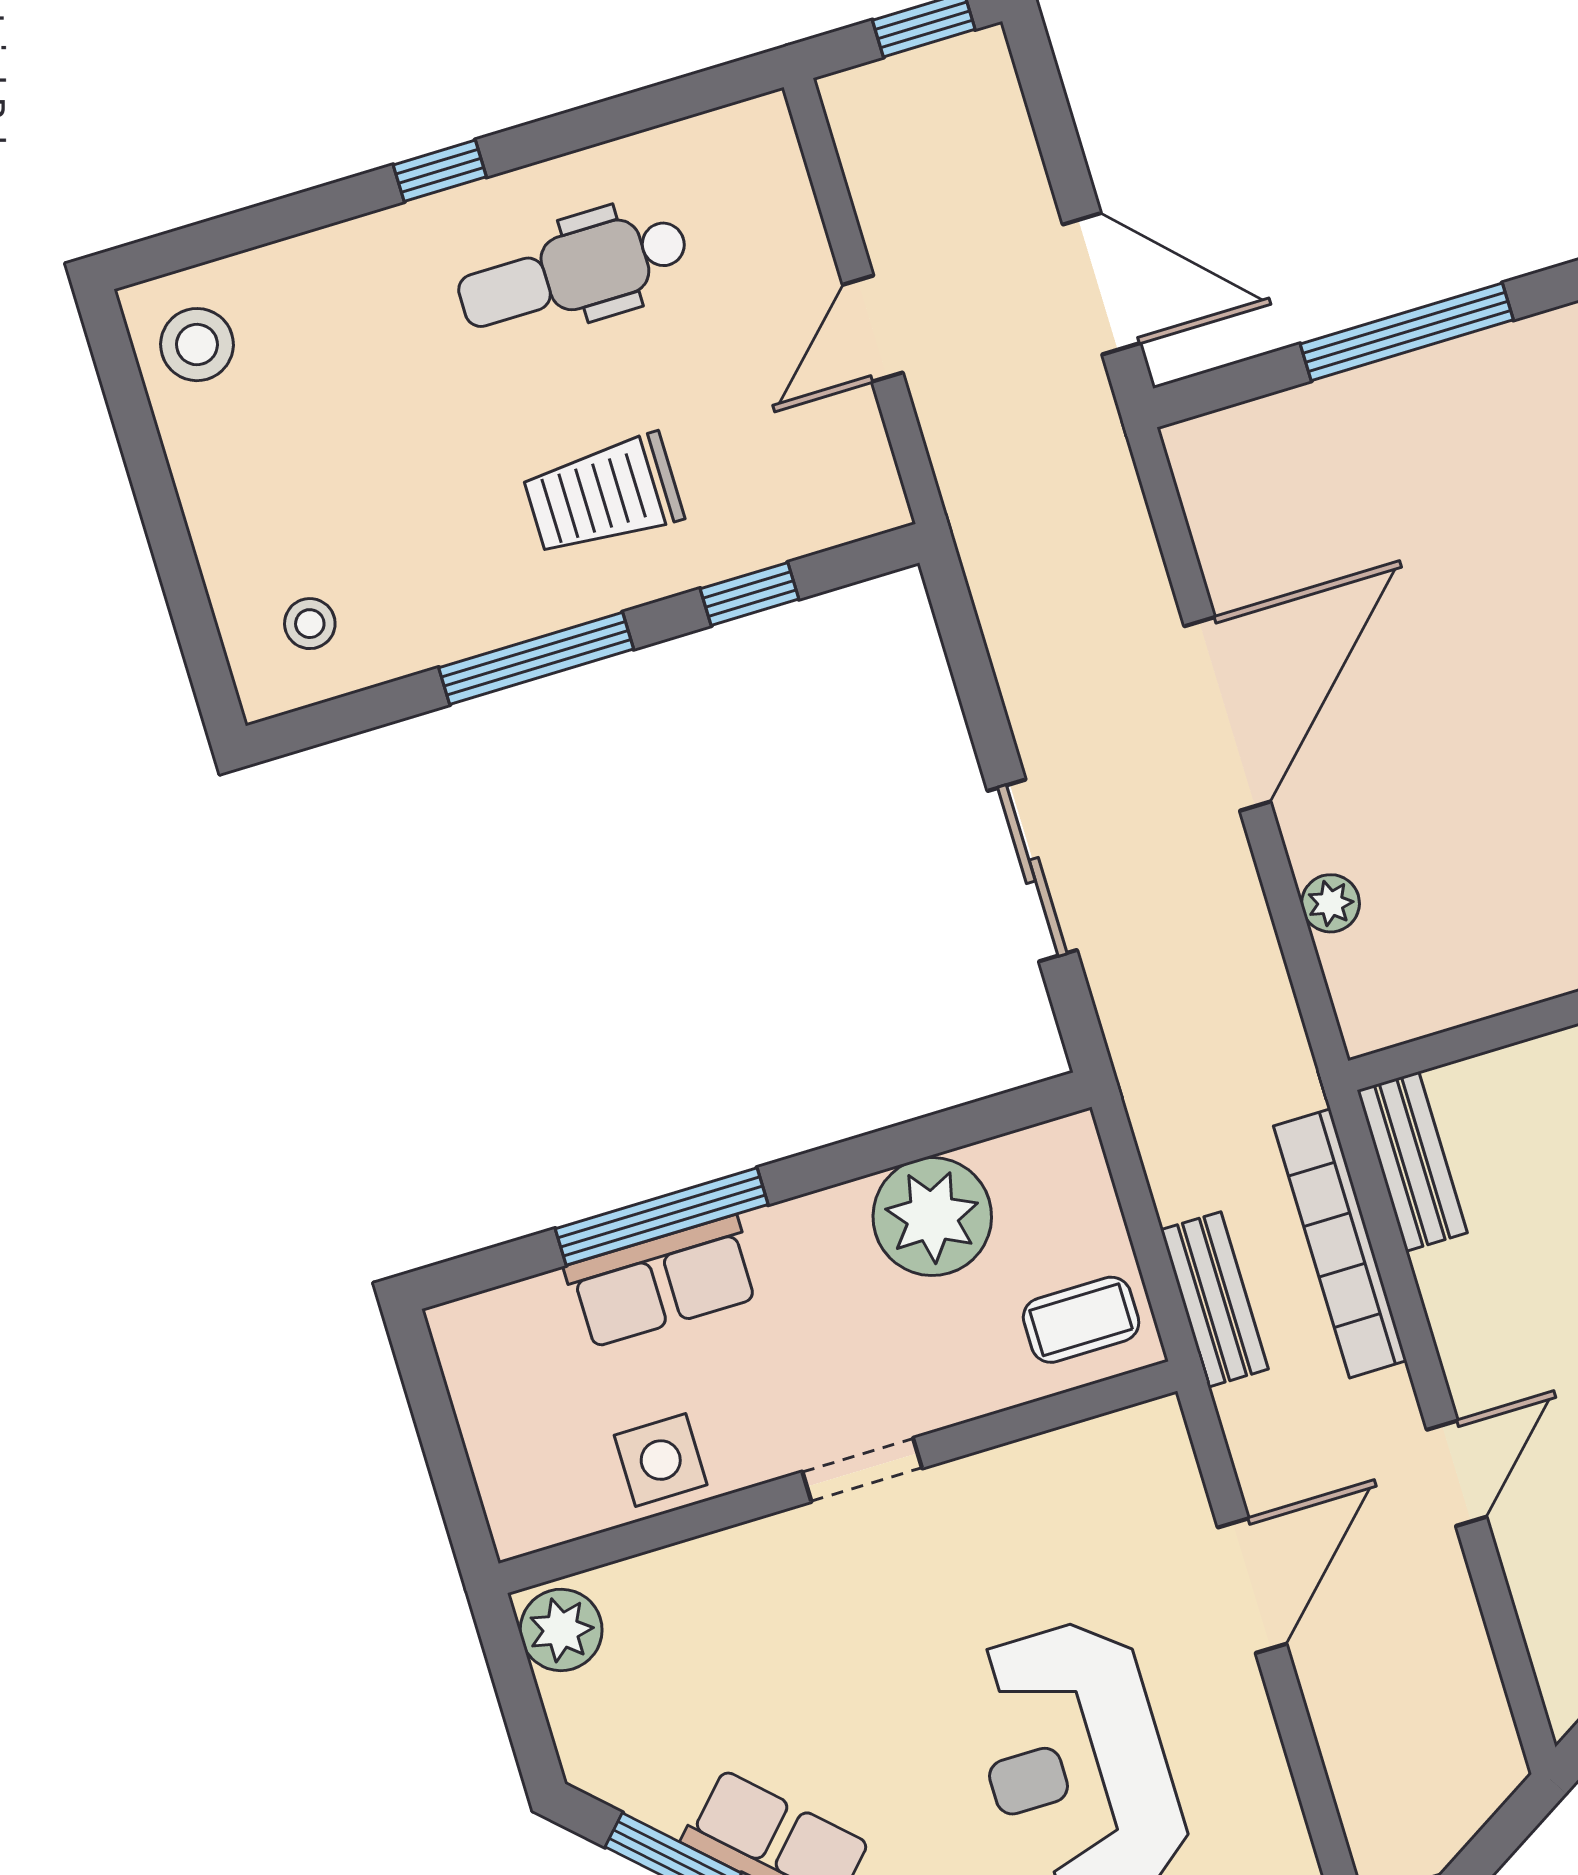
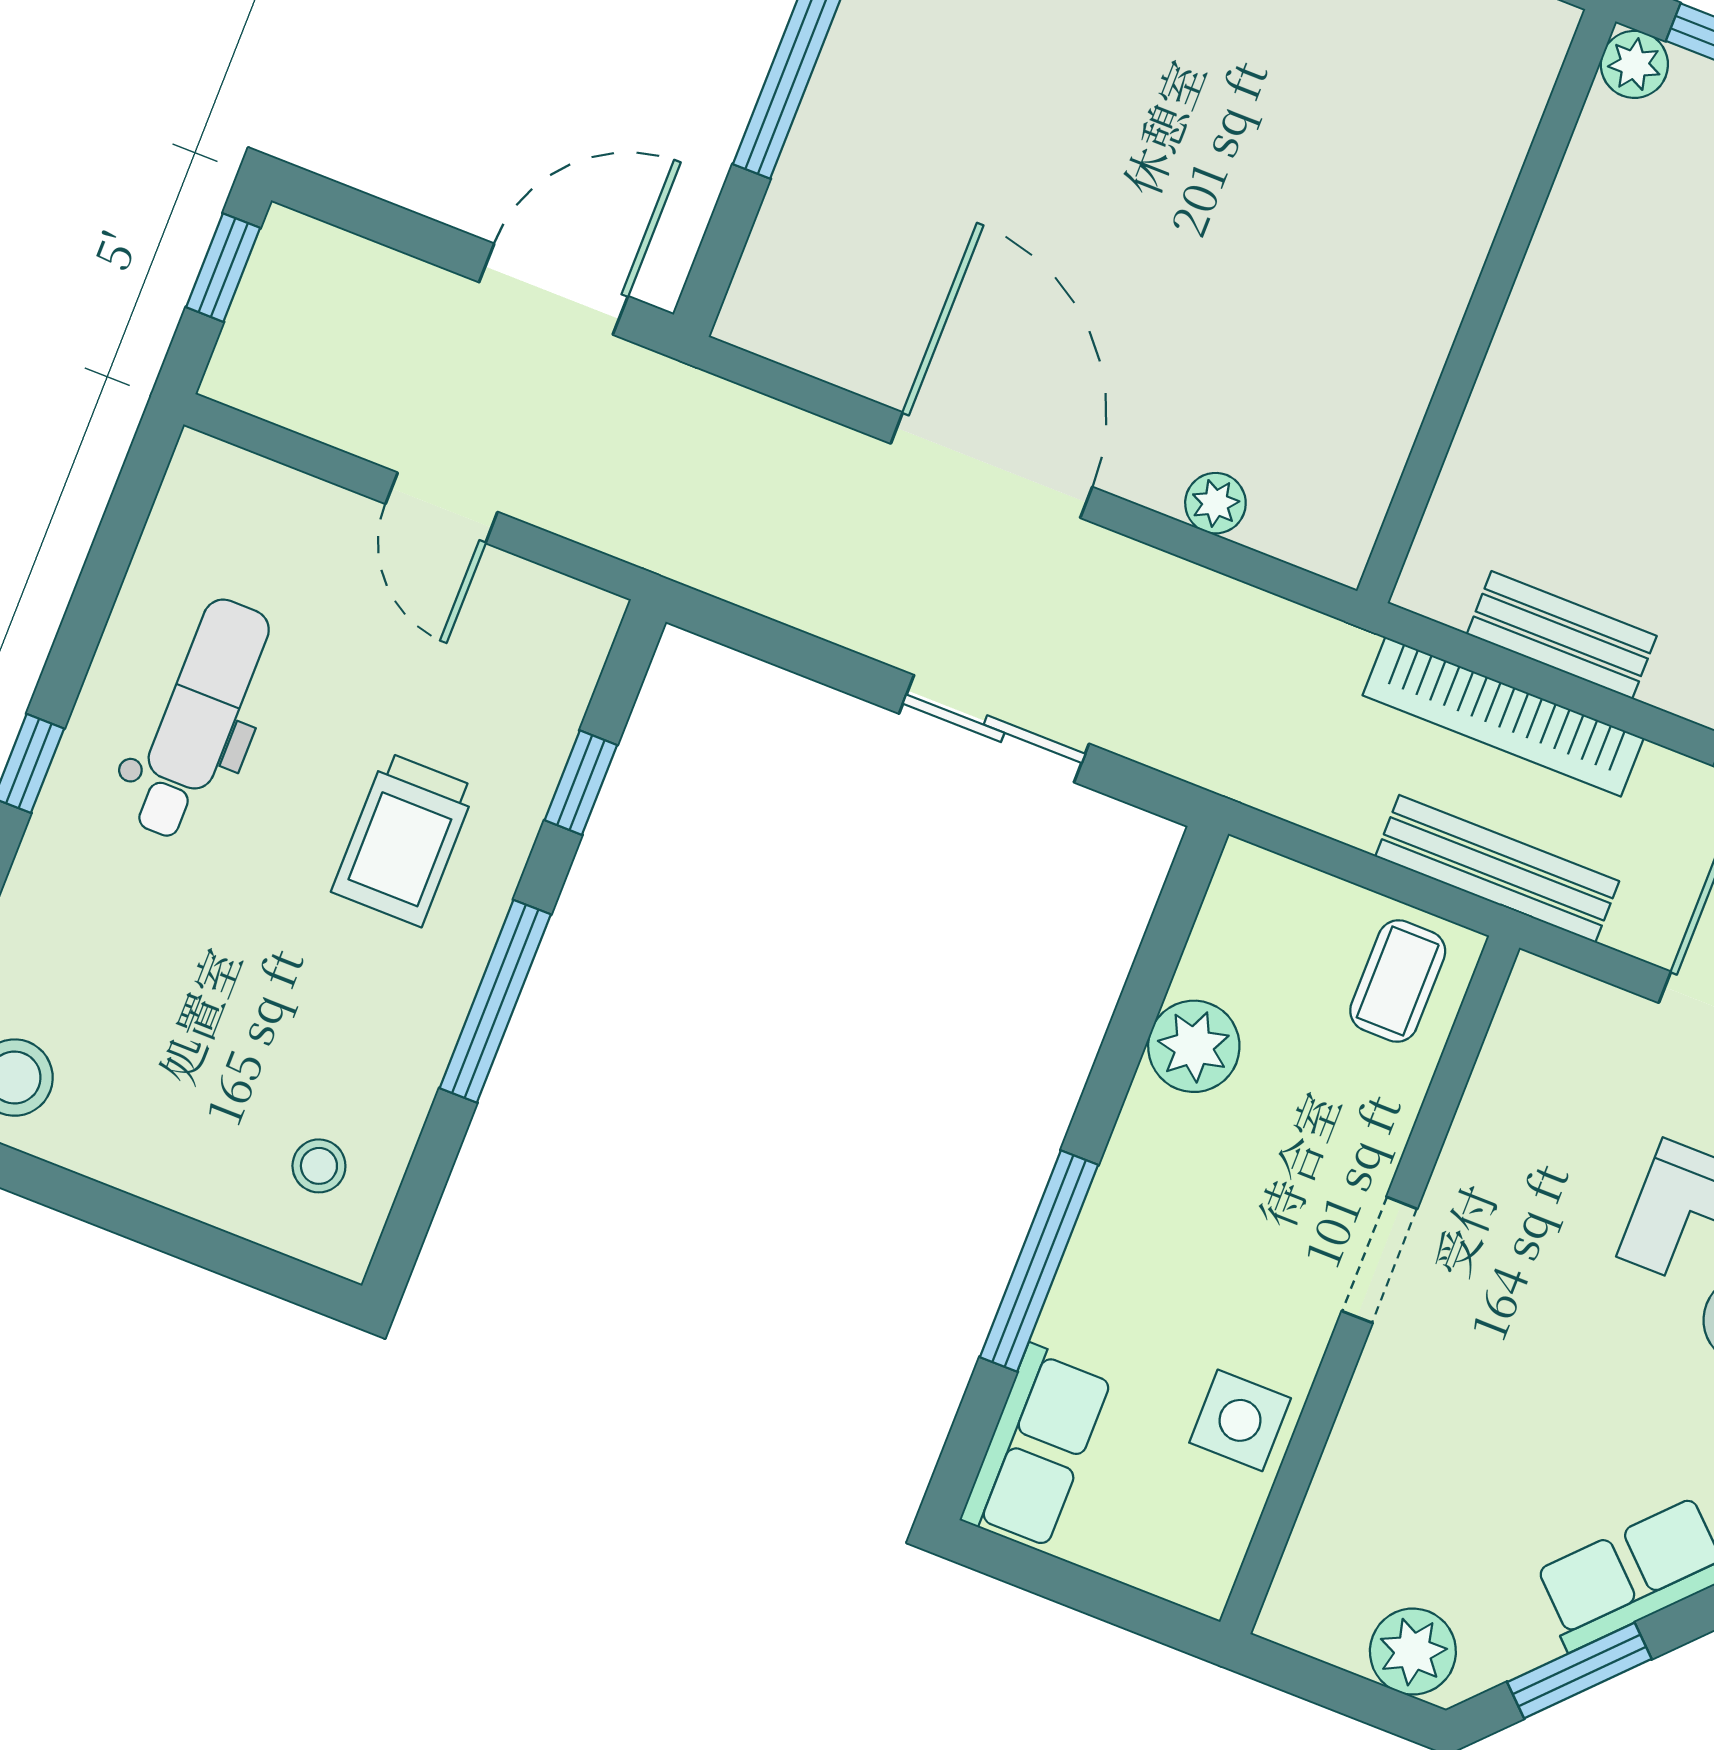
dental chair: (573, 272) -> (199, 719), turned 180
bench: (1412, 1162) -> (1562, 635), moved
plant: (932, 1217) -> (1194, 1046), width x0.73, depth x0.73
row of seats: (662, 1282) -> (1037, 1447), moved
bench: (1214, 1299) -> (1497, 869), width x1.36
plant: (561, 1630) -> (1413, 1652), moved

